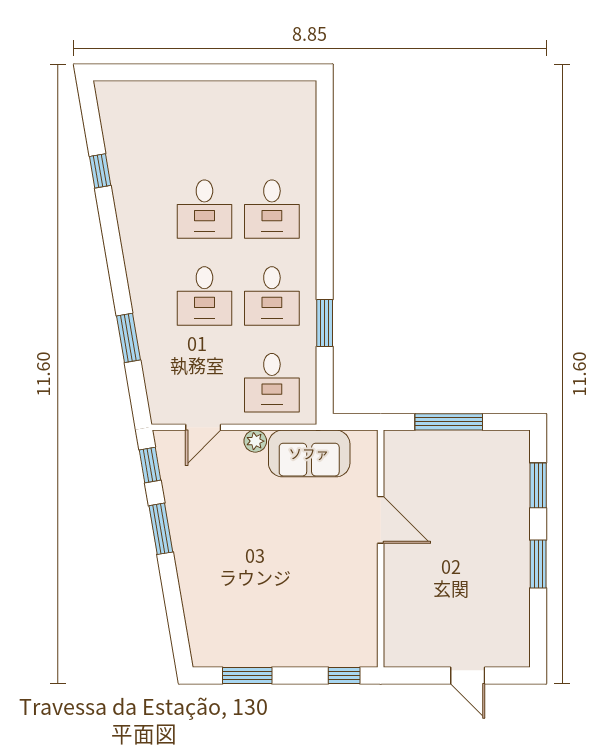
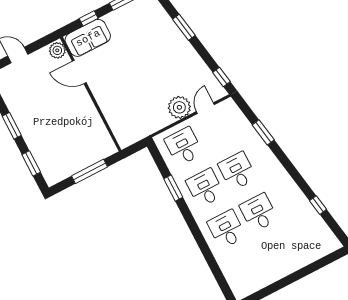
plant: (255, 441) -> (179, 107), width x1.87, depth x1.87
sofa: (309, 453) -> (88, 38), moved, turned 180
door: (381, 520) -> (79, 72), moved
window: (161, 529) -> (184, 27), moved
plant: (398, 649) -> (57, 50), added
window: (344, 676) -> (89, 18), moved

